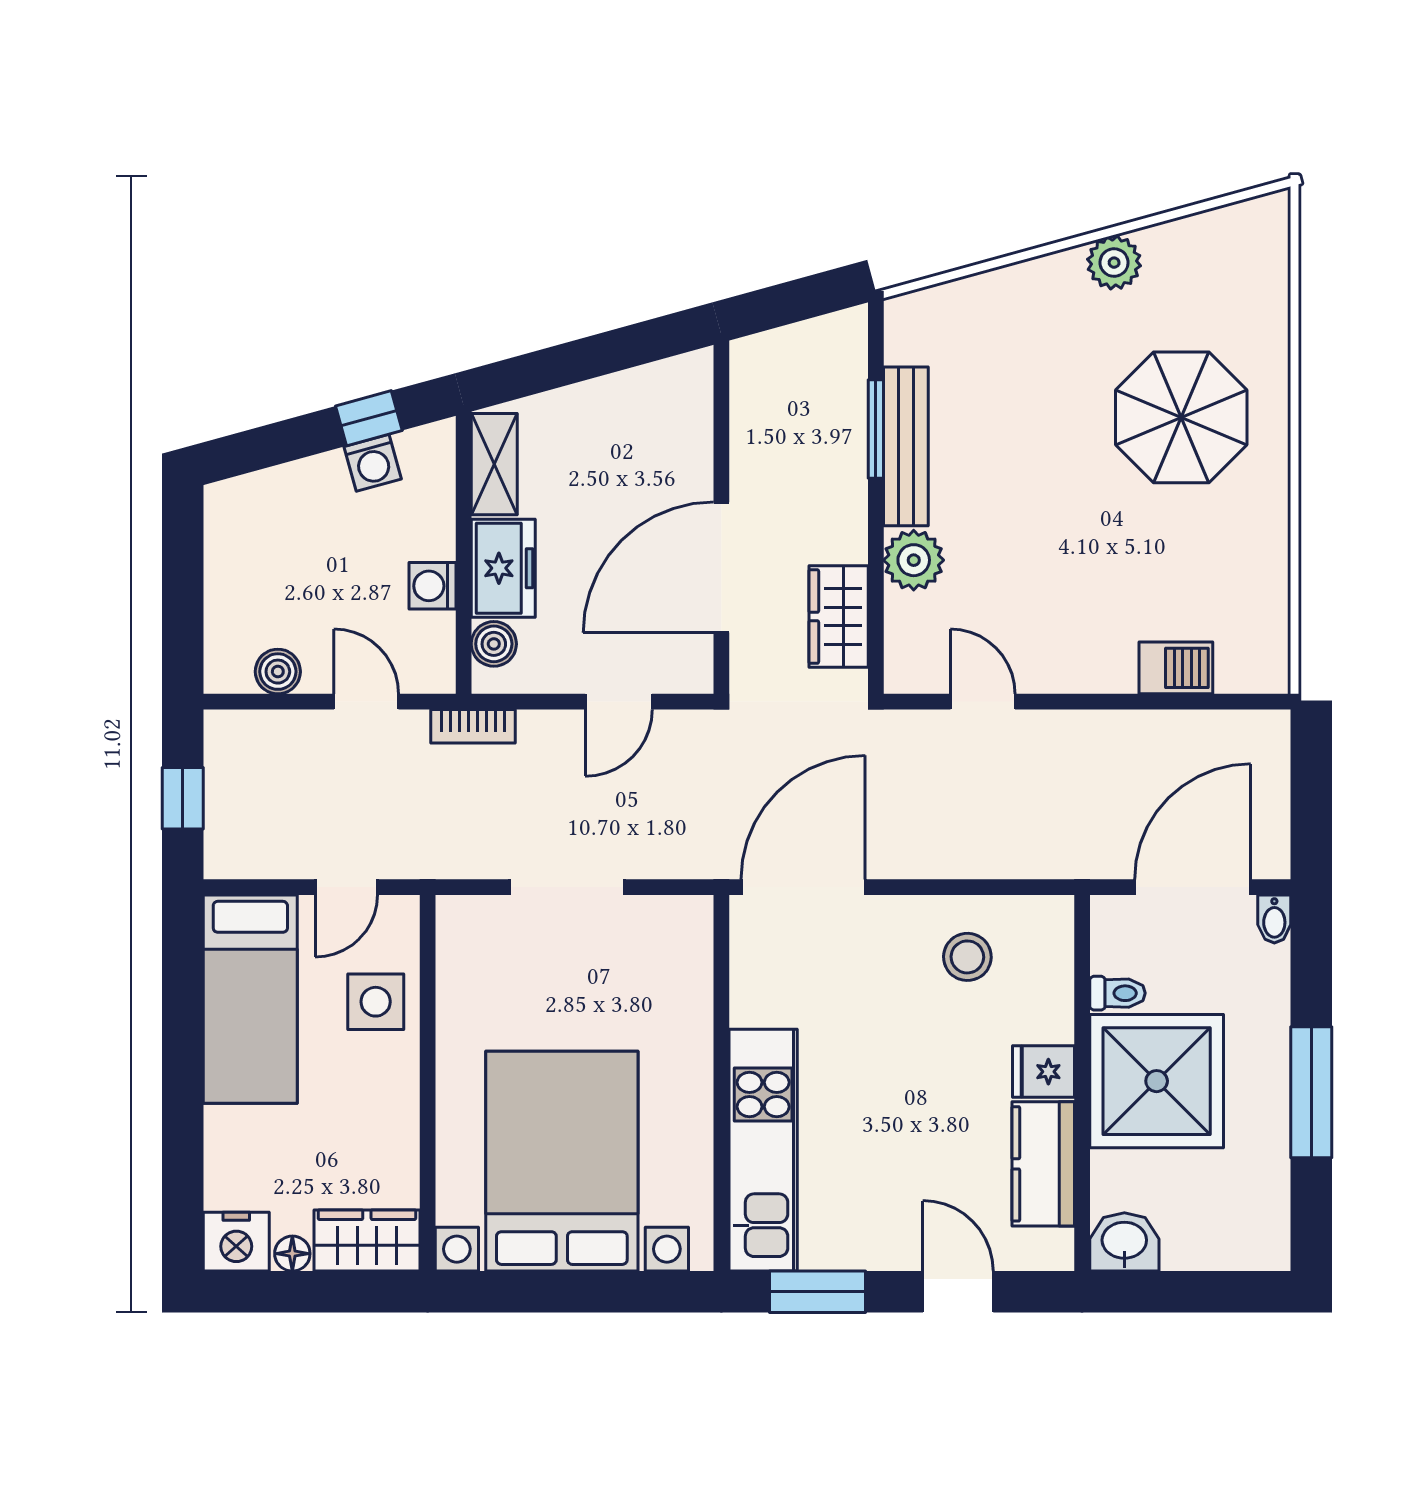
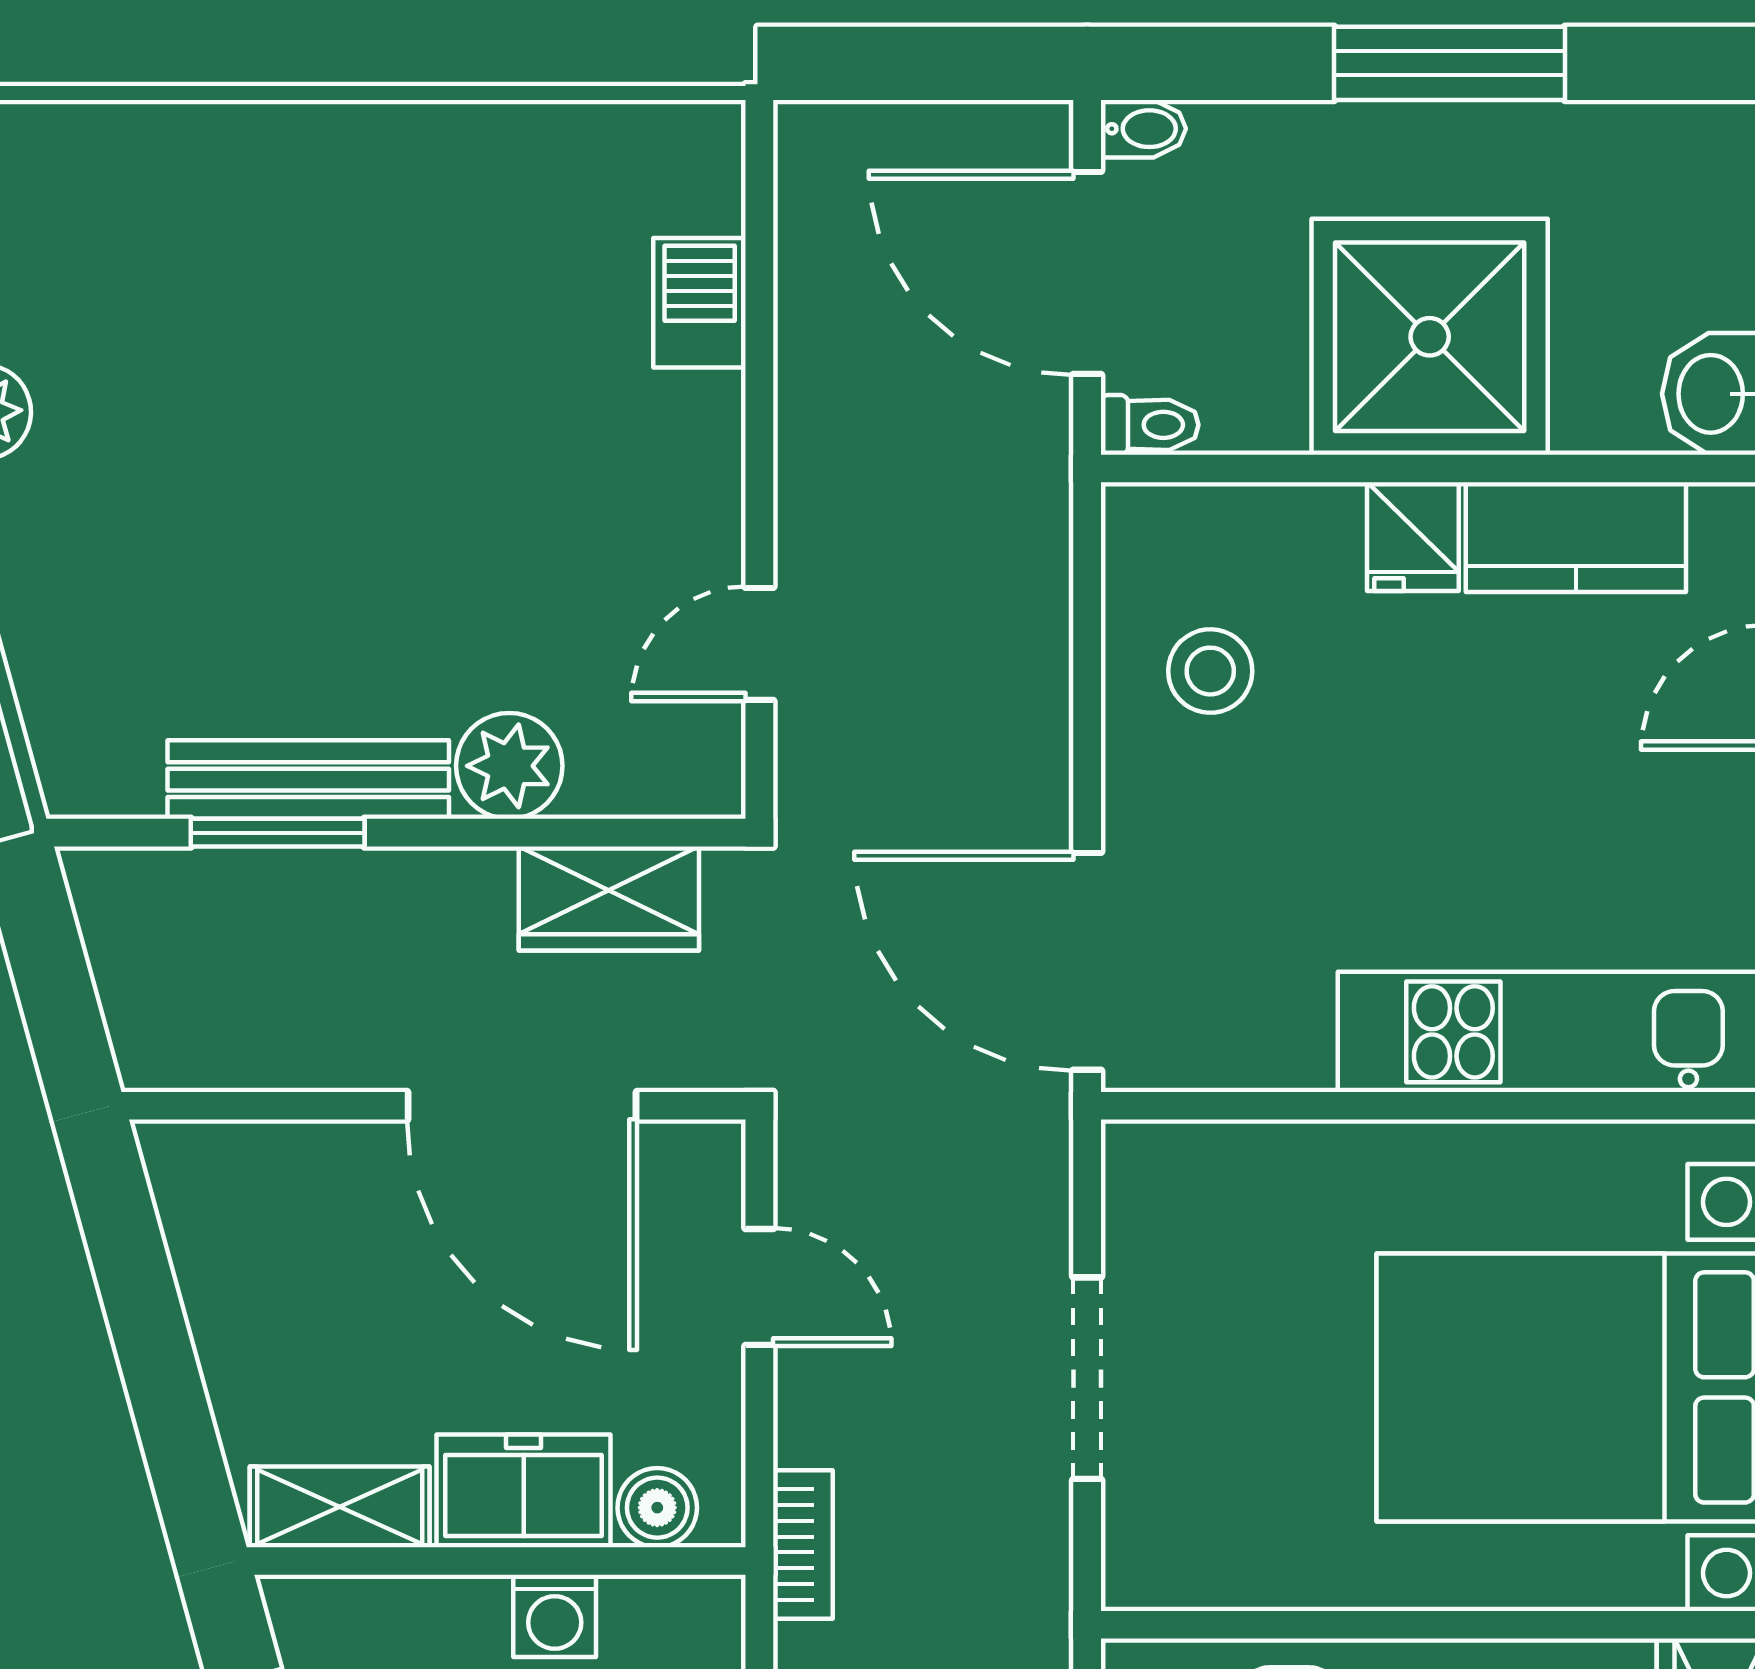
parasol: (1181, 417) -> (257, 293), removed
toilet: (1117, 993) -> (1150, 425), moved, turned 90

